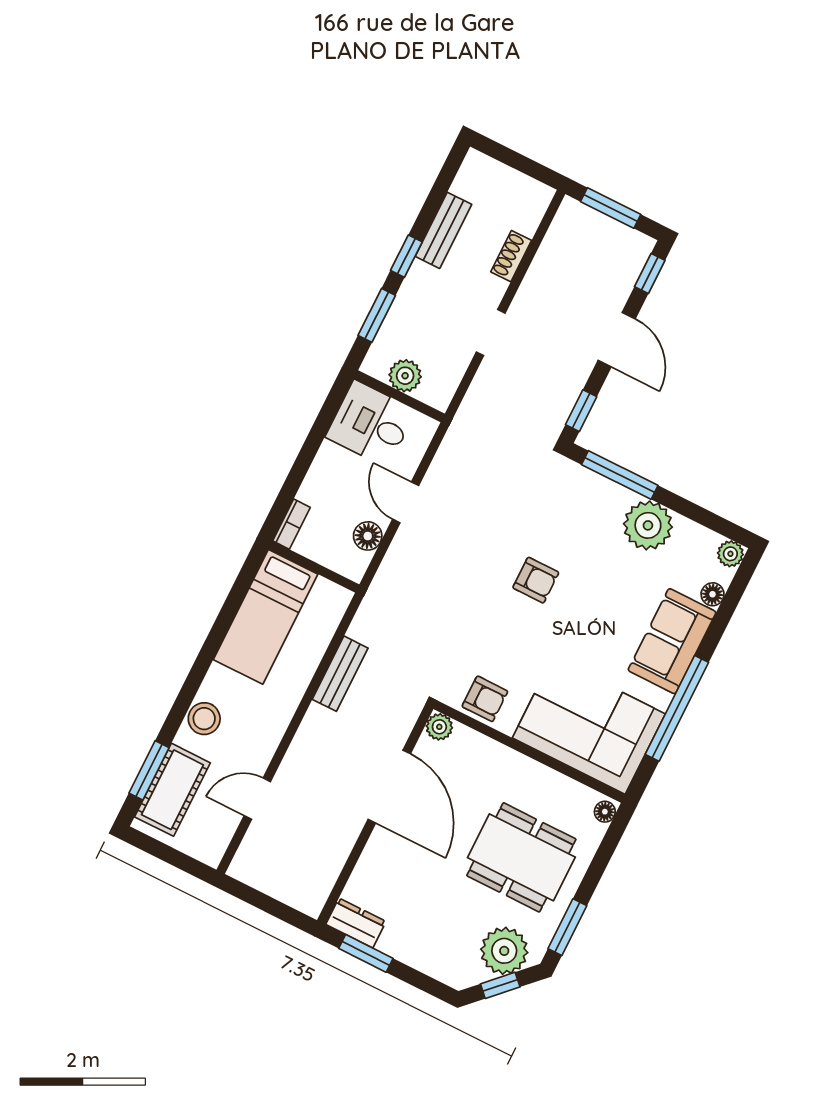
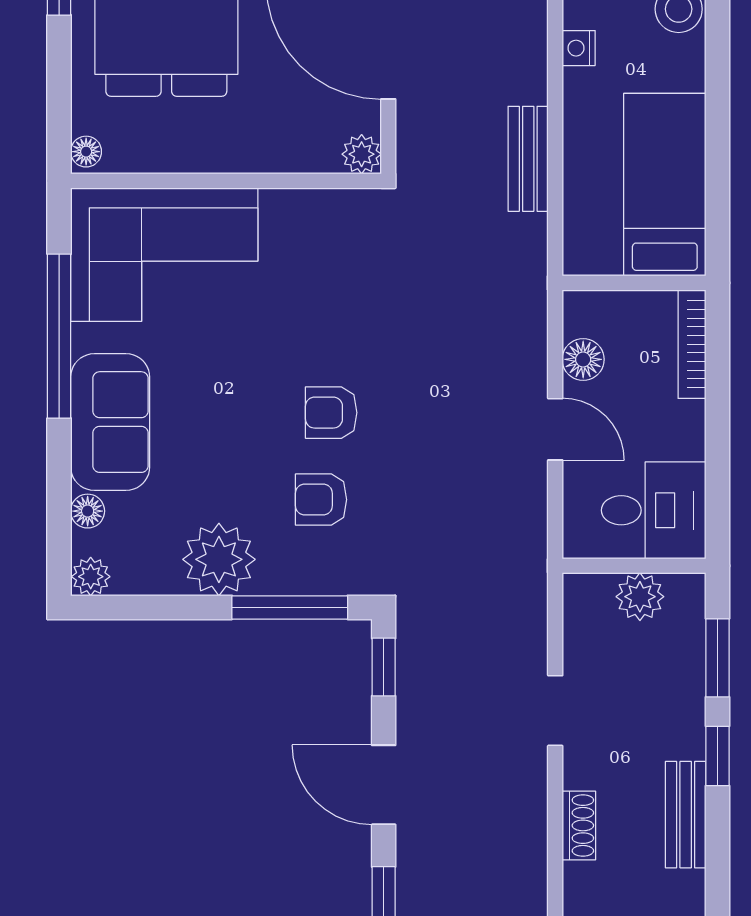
bookcase: (291, 524) -> (692, 344), width x1.56
armchair: (485, 699) -> (321, 500), moved
nightstand: (276, 725) -> (579, 48), added

